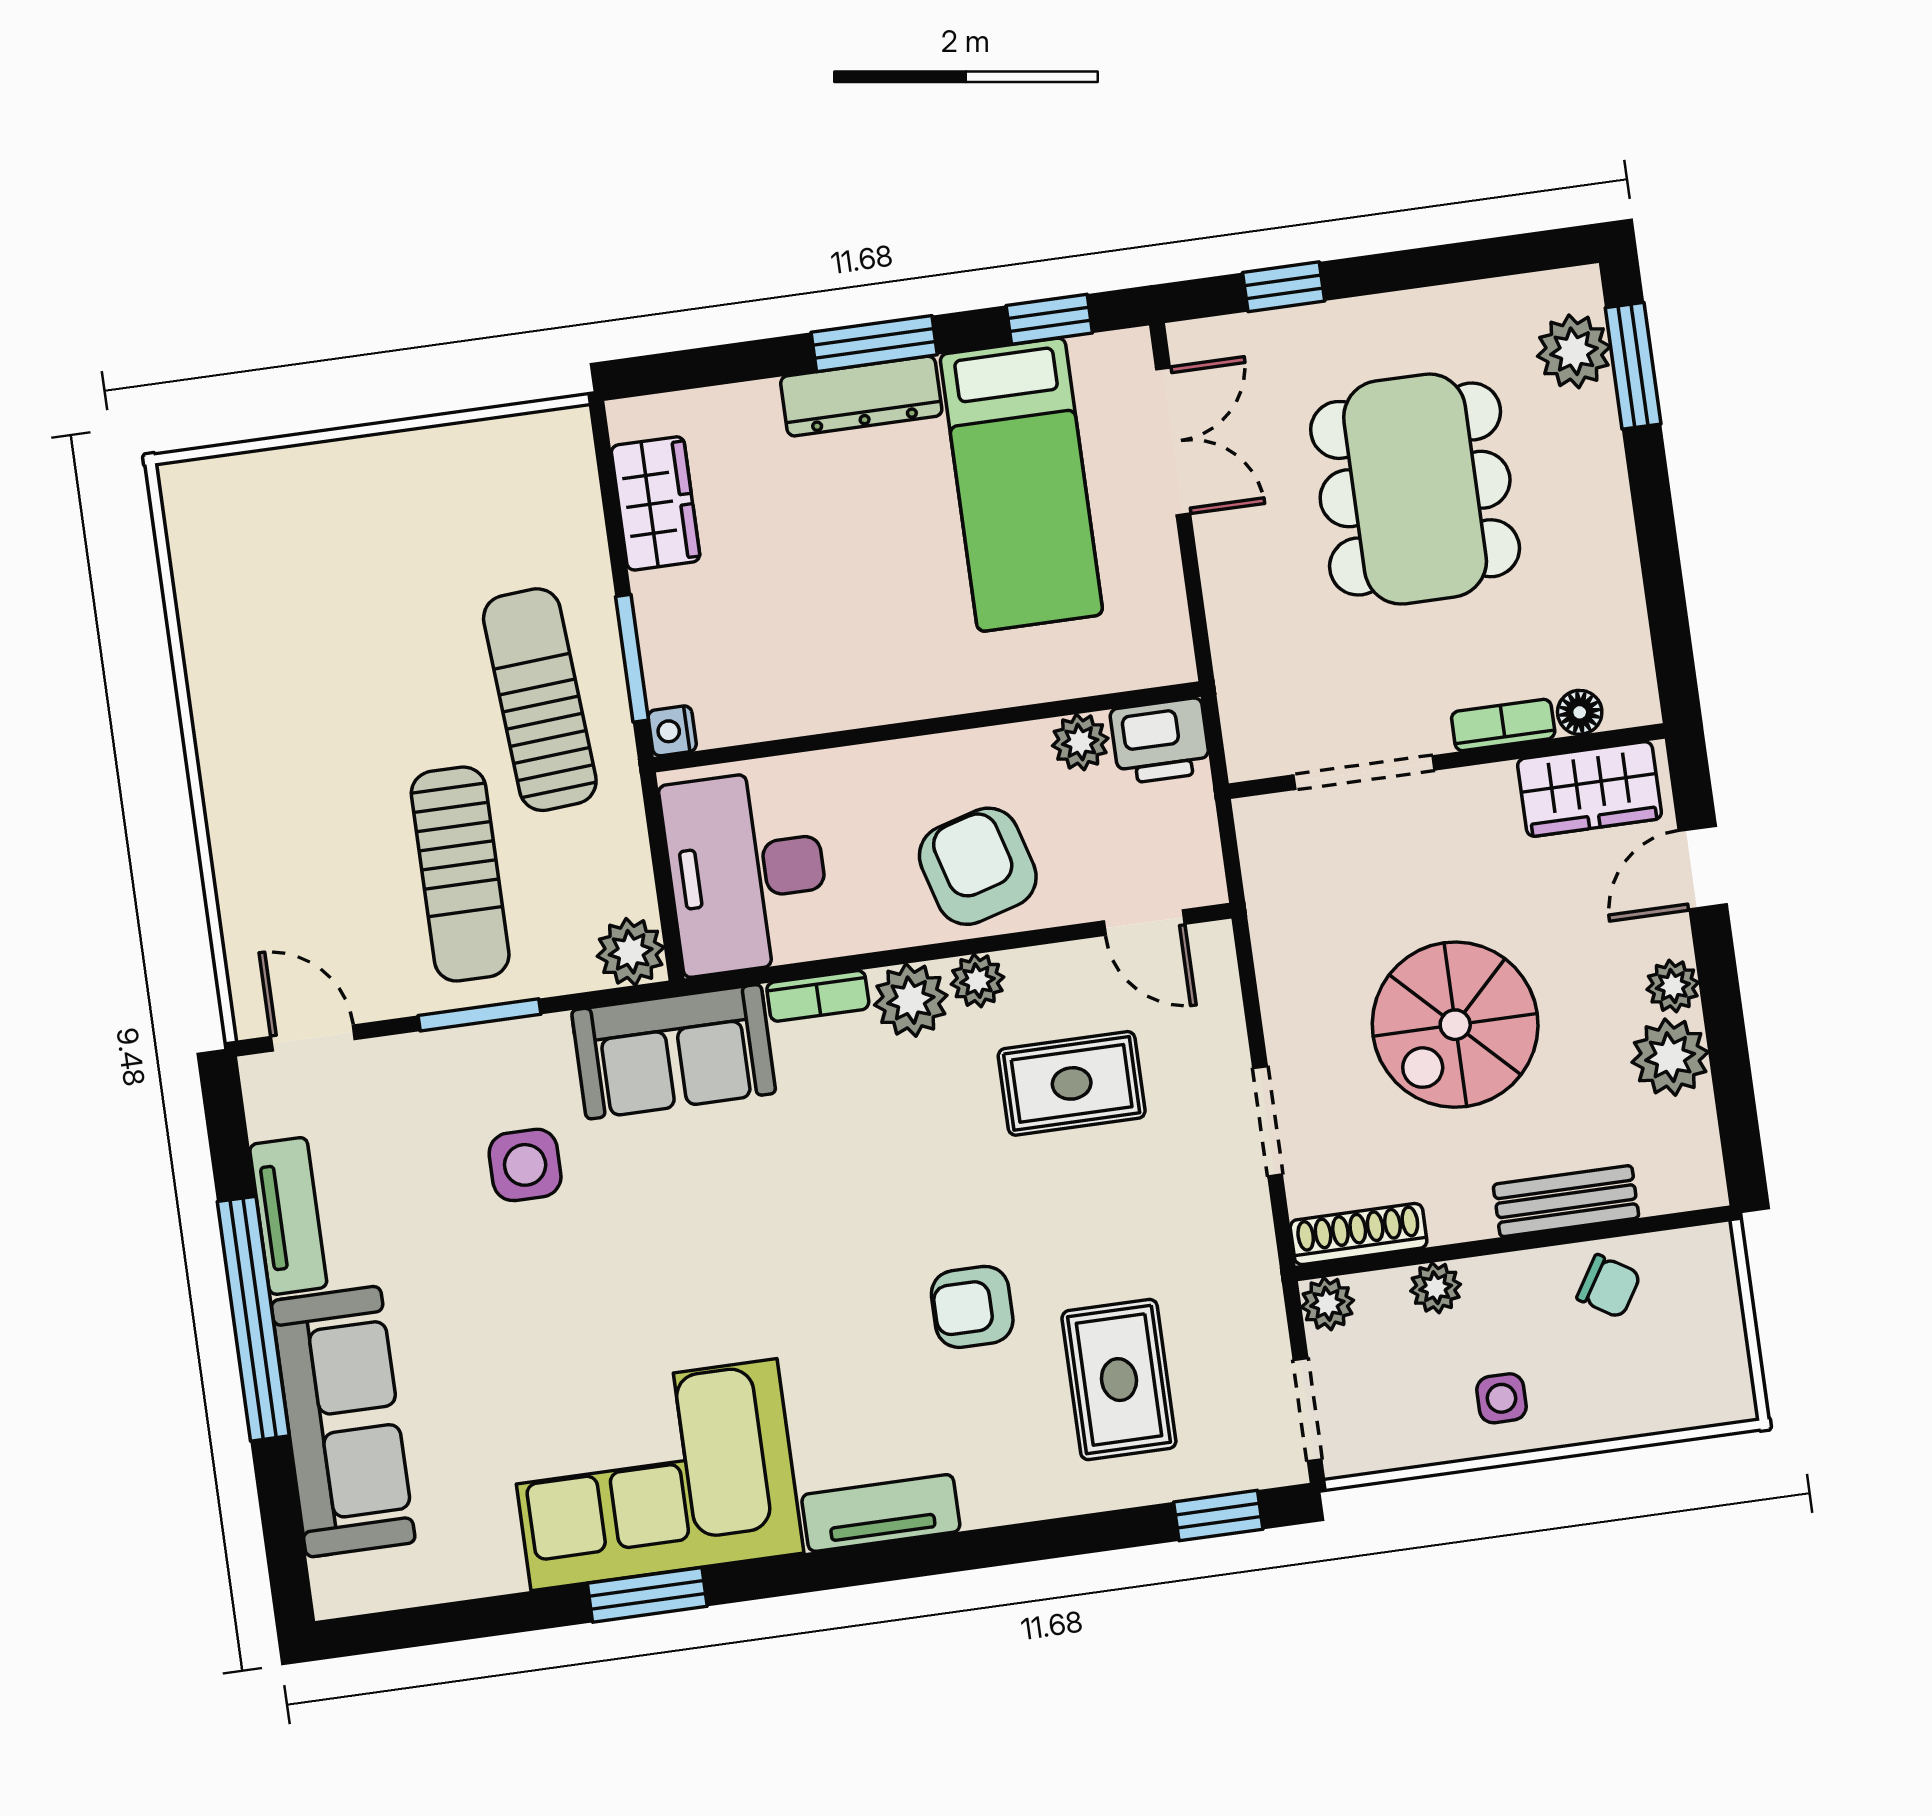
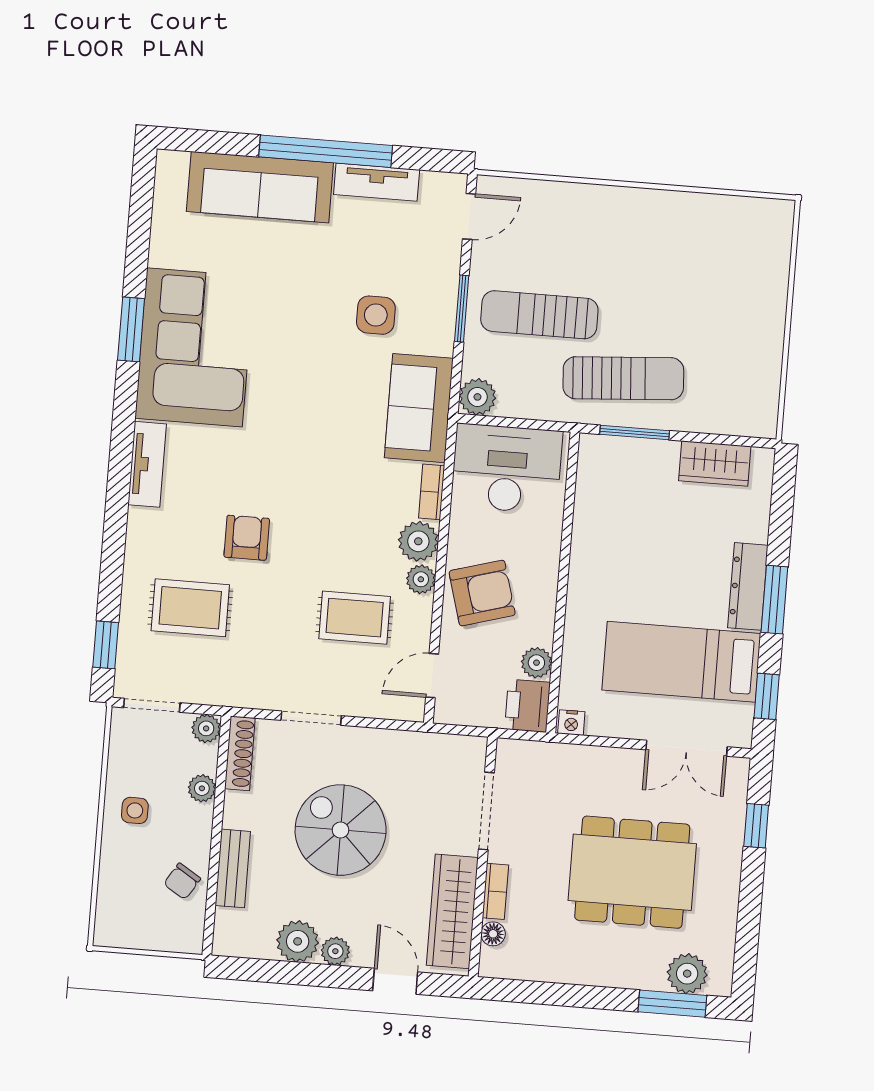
nightstand: (672, 731) -> (571, 723), moved, turned 180
wardrobe: (1590, 789) -> (452, 911), width x1.50
rug: (1072, 1083) -> (355, 618), turned 90

